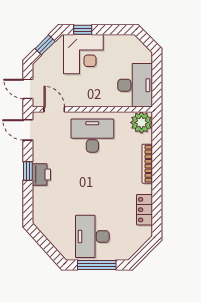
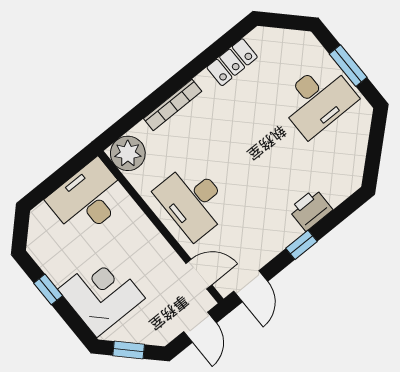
window: (83, 30) -> (48, 289), moved
door: (54, 109) -> (199, 274), swing flipped
printer: (41, 174) -> (311, 210), moved
window: (97, 265) -> (348, 66), width x0.69

